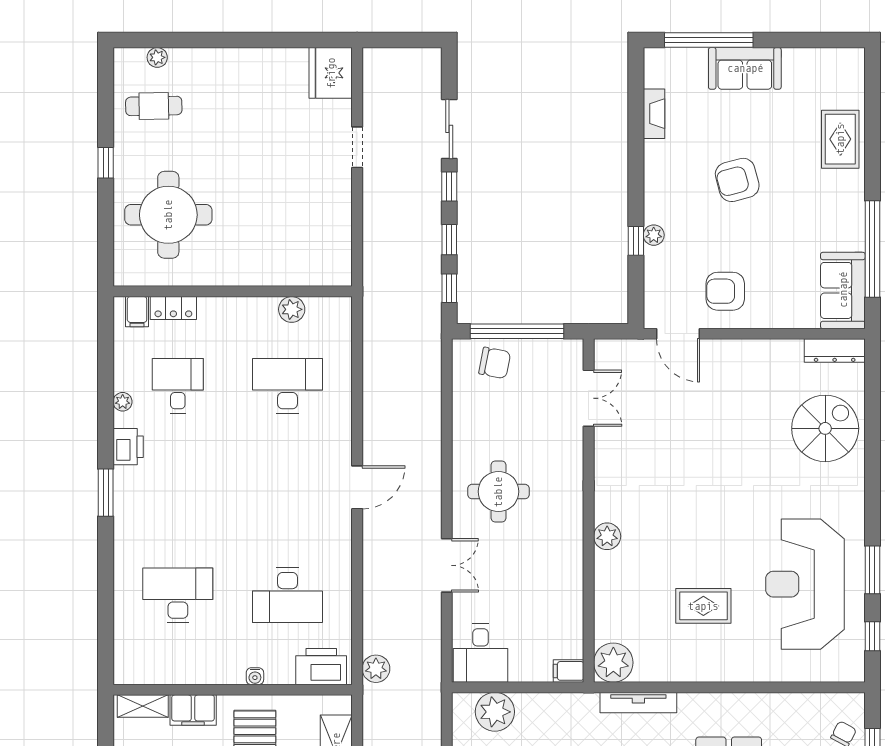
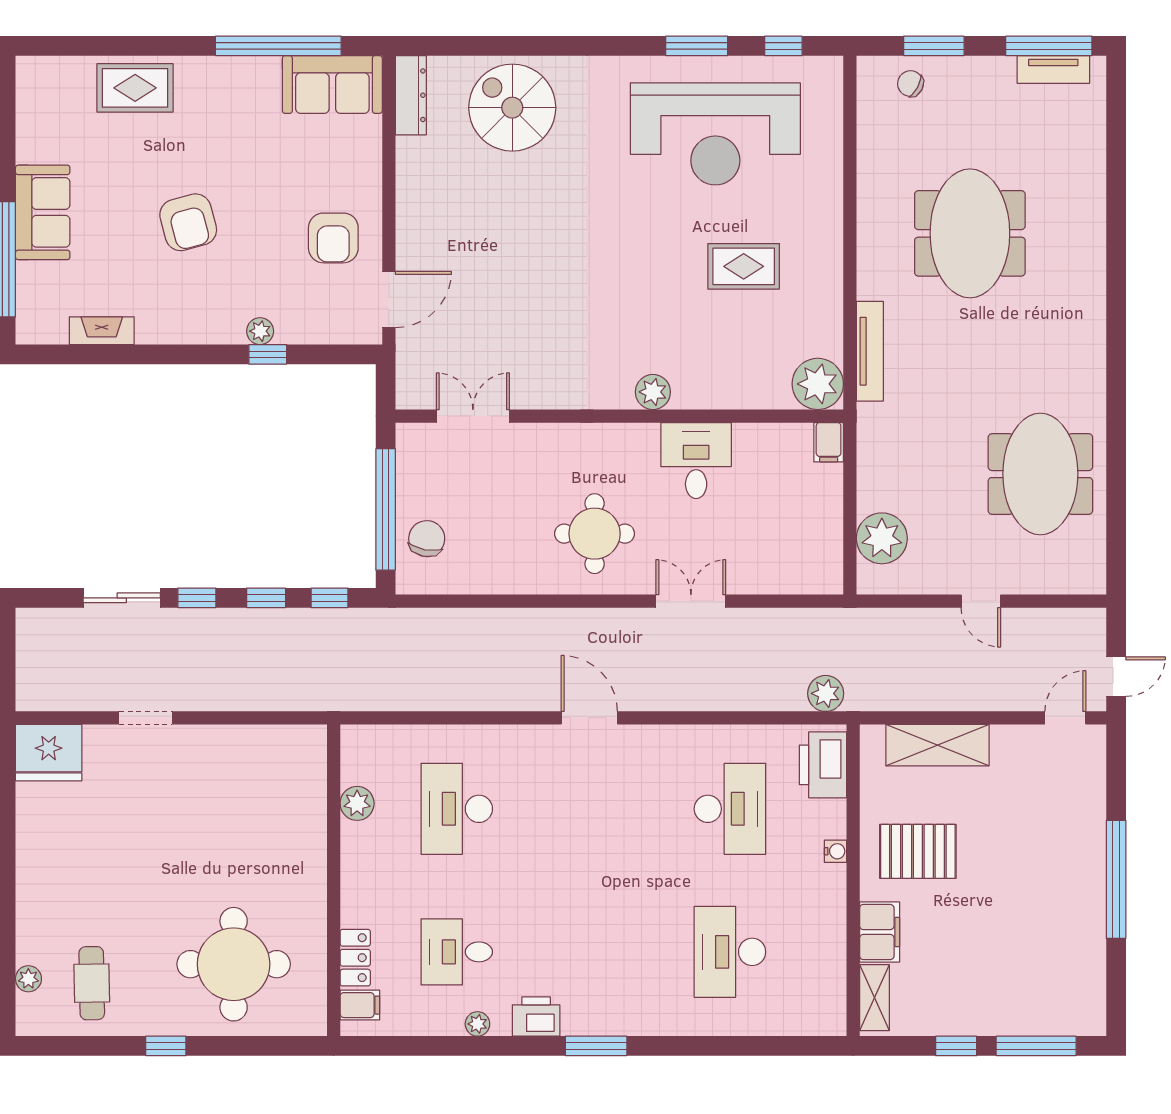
rug: (703, 606) -> (744, 266), turned 90
desk: (481, 653) -> (696, 461), moved, turned -90

